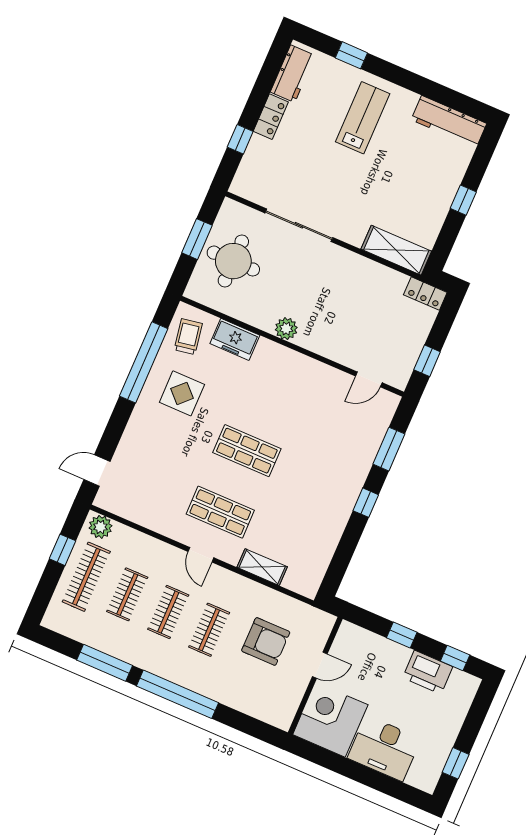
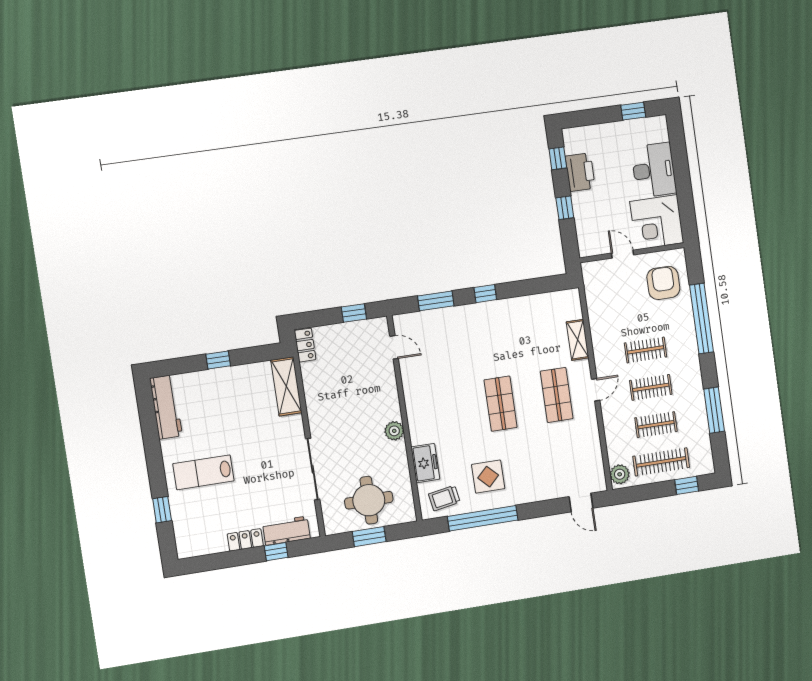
workbench: (293, 74) -> (286, 531), moved
window: (63, 550) -> (687, 485), moved
armchair: (266, 641) -> (663, 283), moved
window: (177, 694) -> (702, 319), moved

